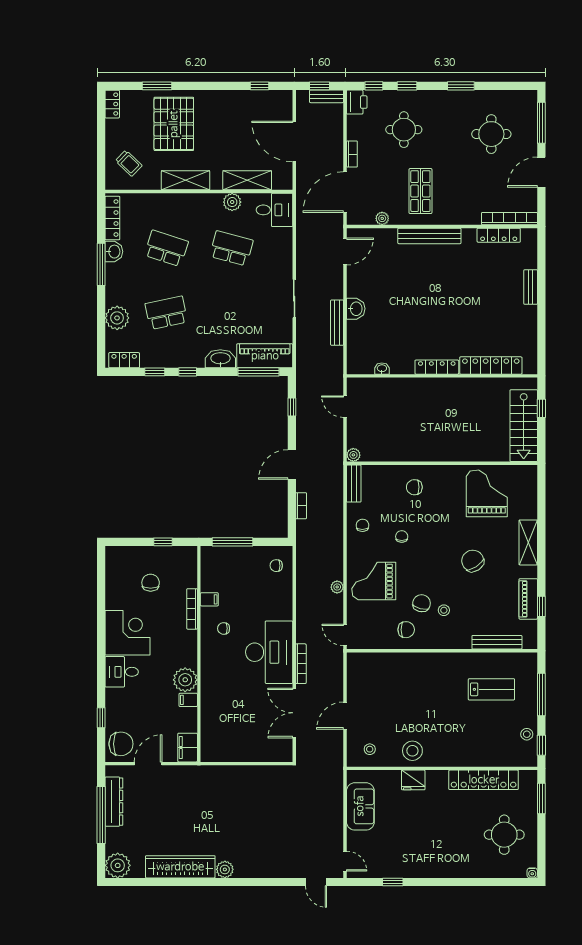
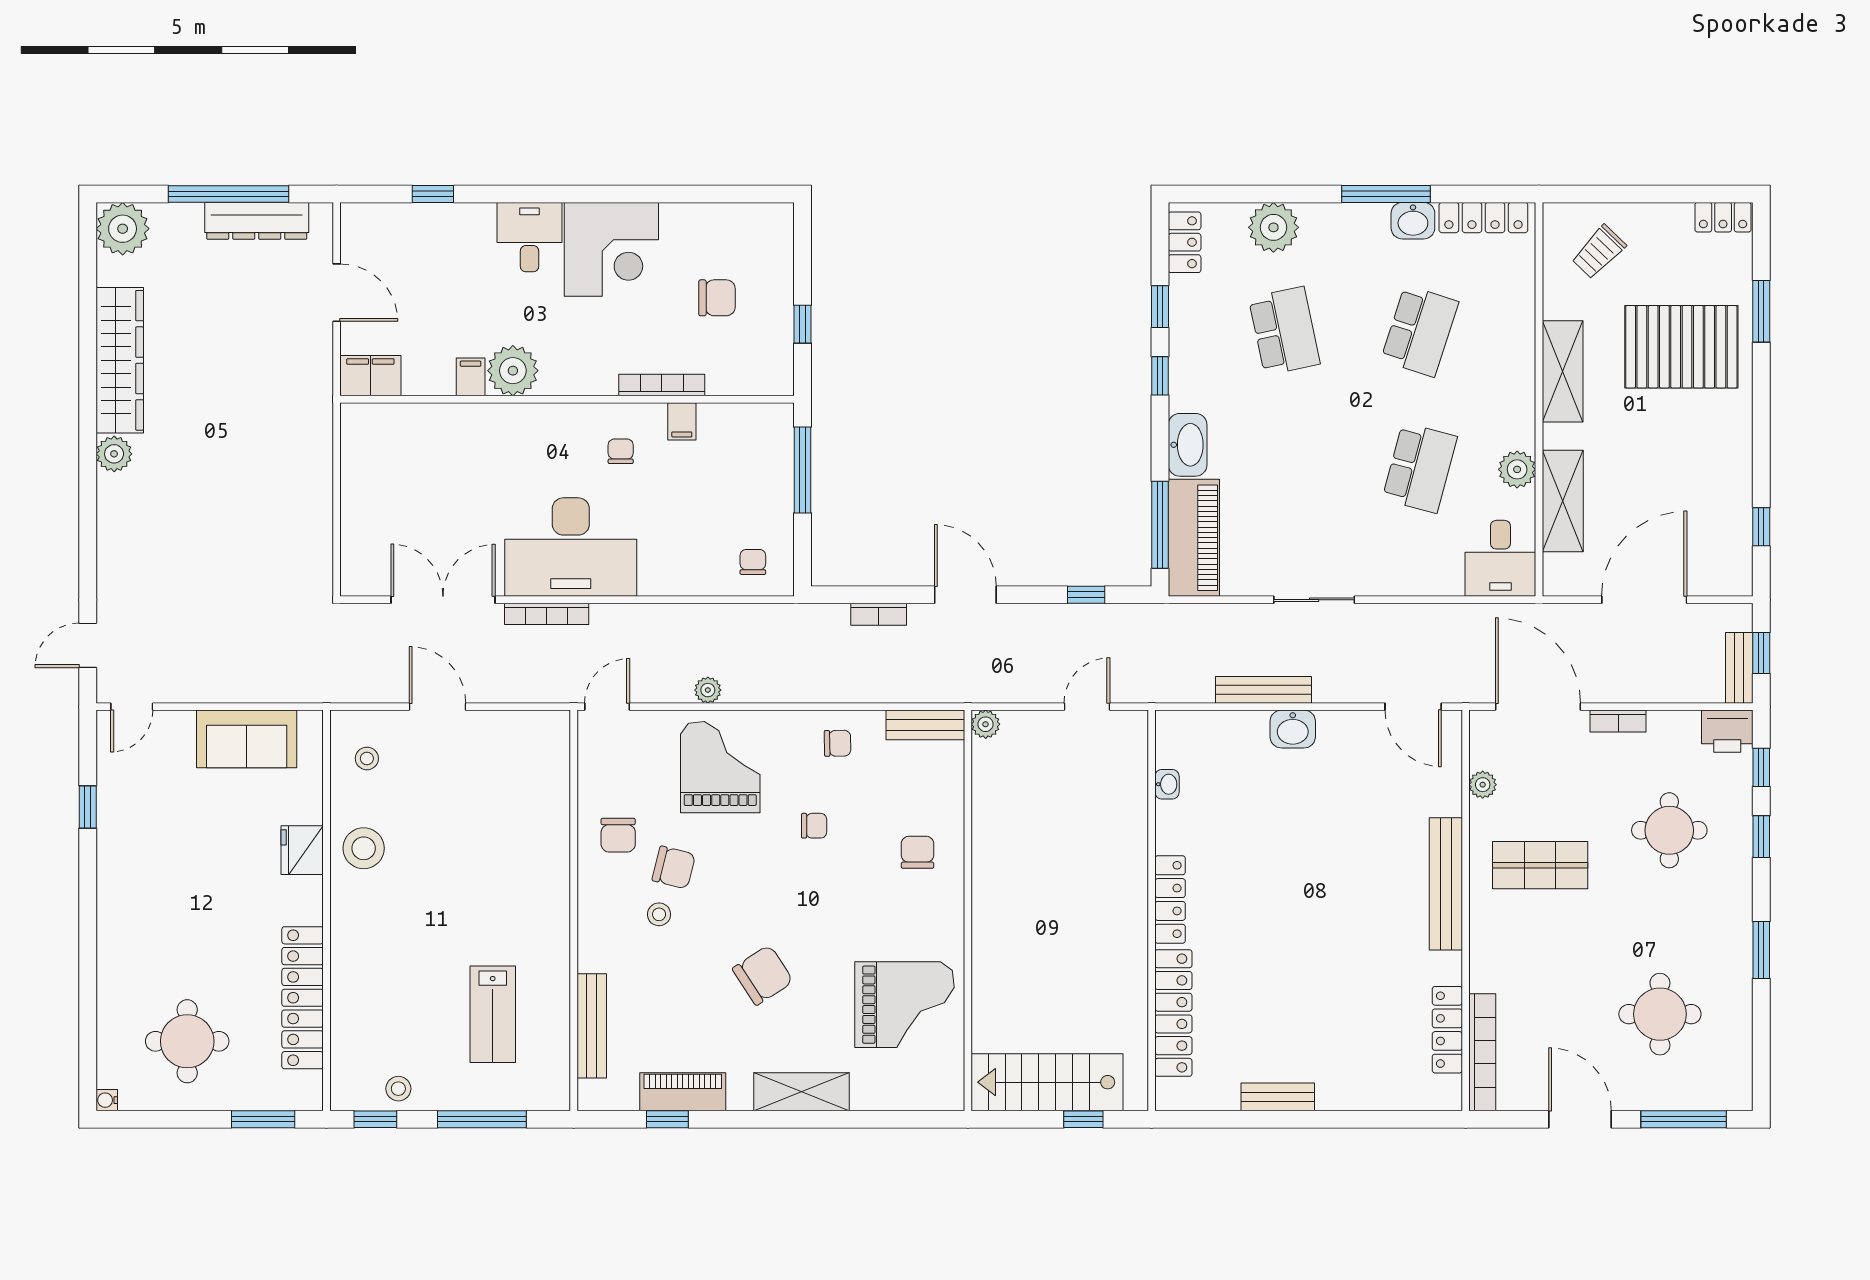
bench: (531, 287) -> (1278, 1097), moved
chair: (121, 744) -> (378, 236), removed

